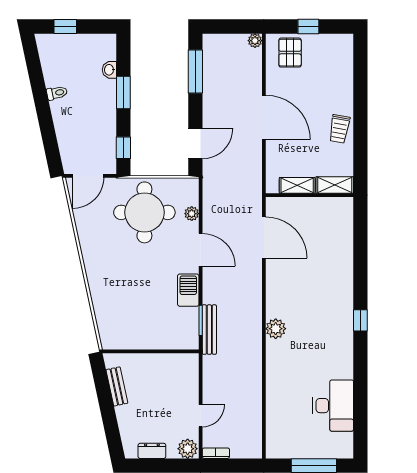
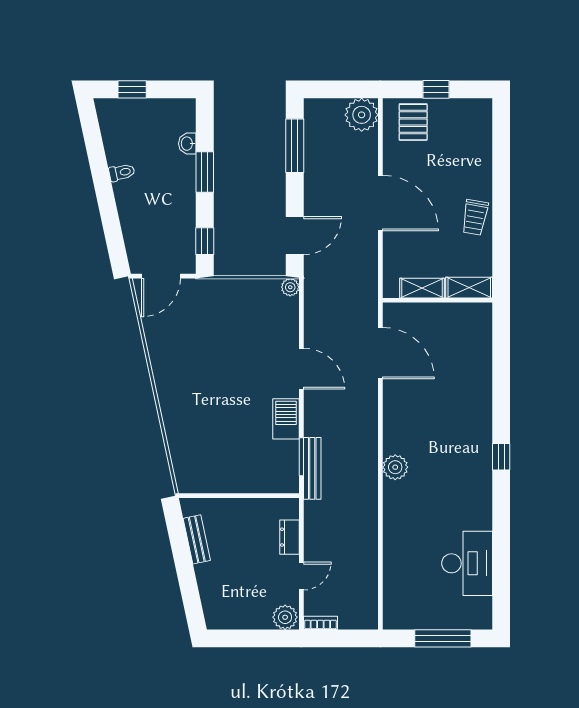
plant: (255, 41) -> (362, 115), width x1.87, depth x1.87
round table: (144, 212) -> (231, 322), removed
plant: (192, 214) -> (290, 287), moved
dresser: (152, 451) -> (290, 537), moved, turned -90

